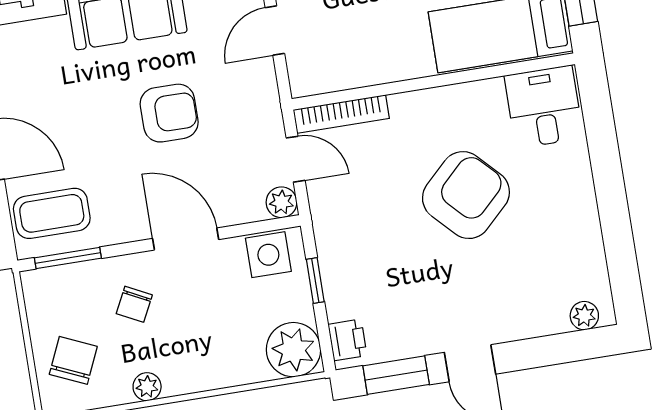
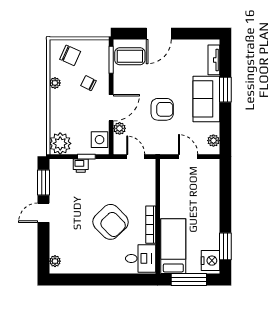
armchair: (169, 113) -> (162, 109), turned -90
bookcase: (341, 114) -> (151, 225), moved
door: (296, 159) -> (136, 157), swing flipped
plant: (281, 202) -> (120, 128), moved
coffee table: (52, 213) -> (130, 56), turned 90
printer: (348, 340) -> (81, 166), moved

